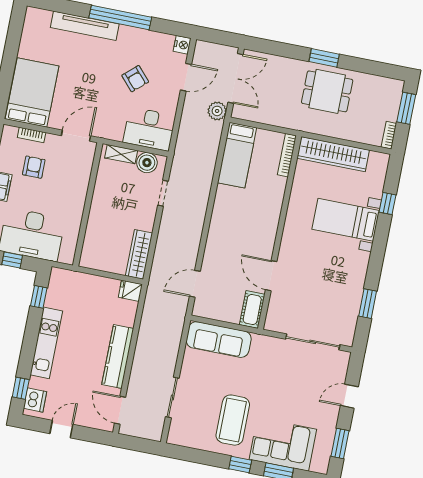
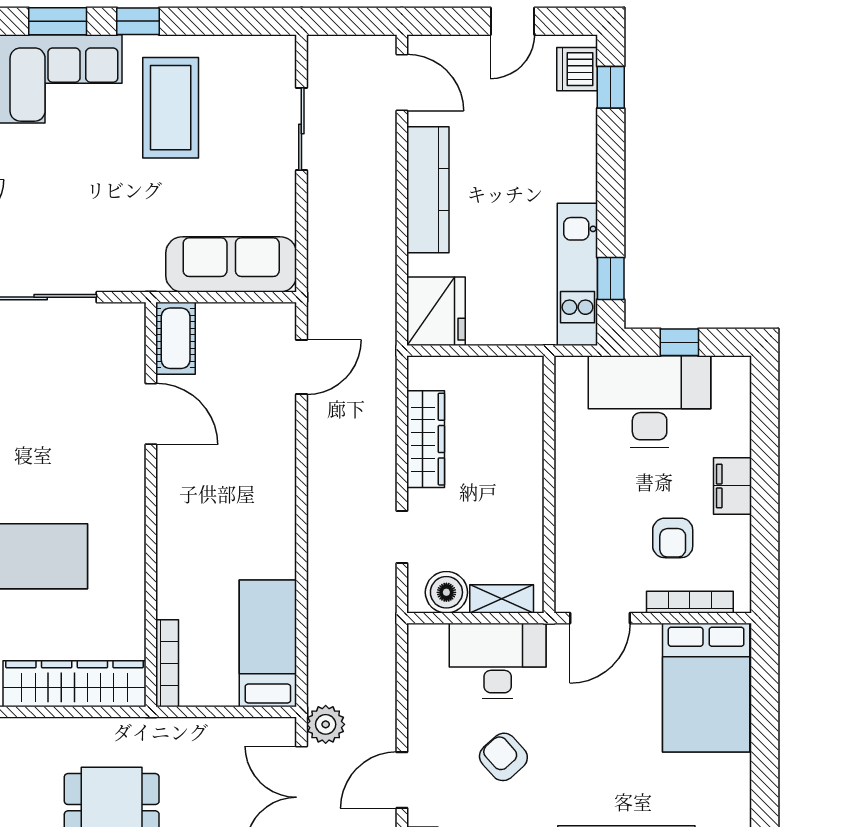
desk: (149, 129) -> (498, 661), moved
bookcase: (32, 135) -> (690, 602), width x1.56
wardrobe: (139, 254) -> (426, 439), moved
fridge: (130, 291) -> (436, 311), width x1.88, depth x1.34
kitchen unit: (46, 343) -> (577, 274), moved

